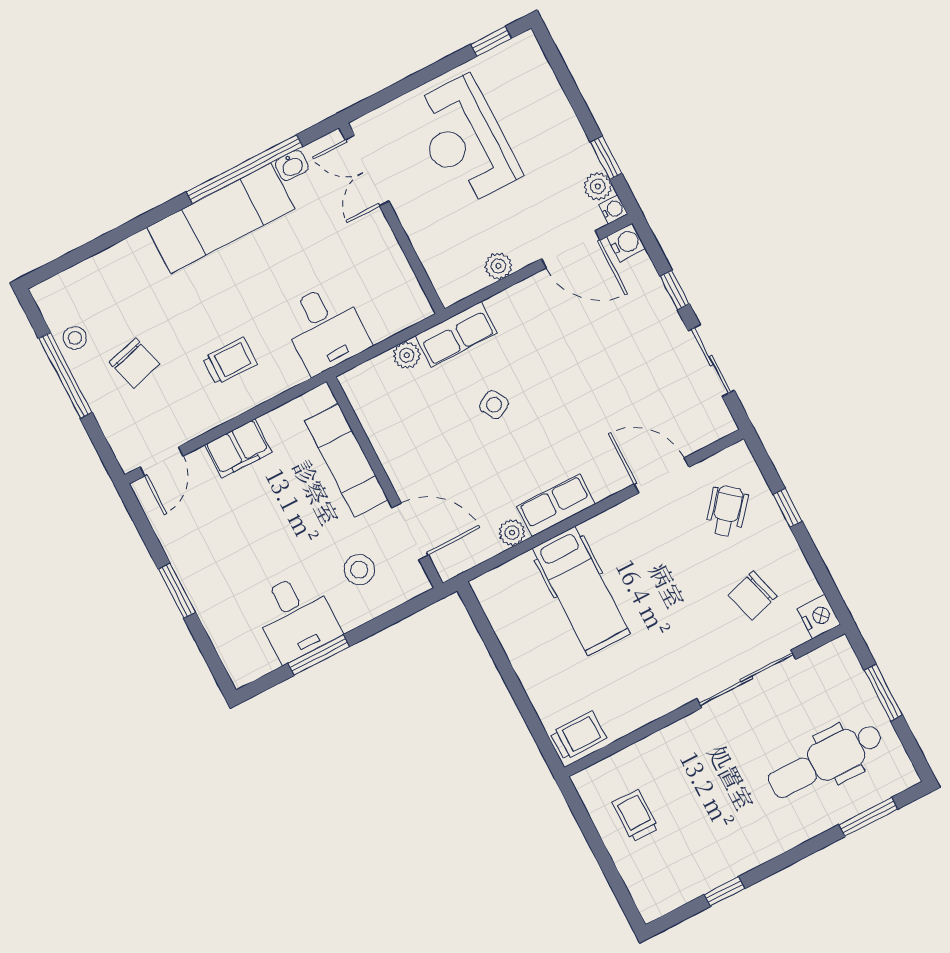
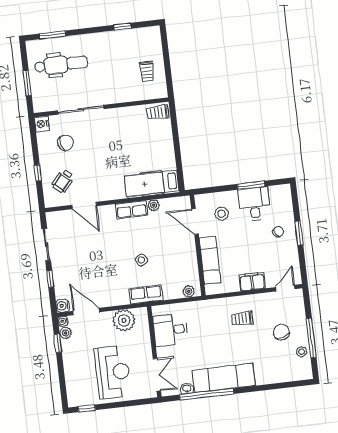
plant: (498, 266) -> (124, 320), width x1.87, depth x1.87
desk: (325, 329) -> (170, 330), moved, turned -90
plant: (407, 355) -> (189, 291), moved
chair: (223, 577) -> (278, 232), added
hospital bed: (581, 591) -> (152, 183), moved, turned -90

